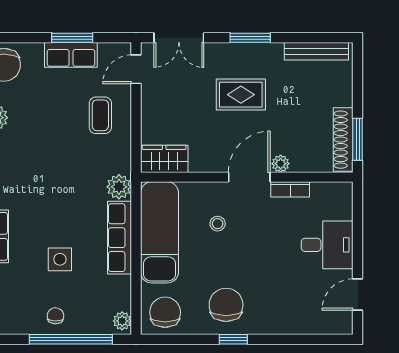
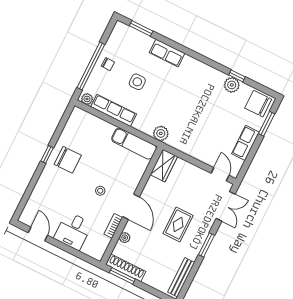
window: (72, 38) -> (267, 124), moved
double door: (179, 38) -> (226, 206), swing flipped
coffee table: (100, 115) -> (205, 143), removed
plant: (281, 164) -> (125, 238), moved
stool: (218, 224) -> (100, 191), moved
exam couch: (159, 232) -> (134, 144), width x0.73, depth x0.69
row of seats: (120, 238) -> (114, 110), moved
chair: (165, 312) -> (80, 125), removed

